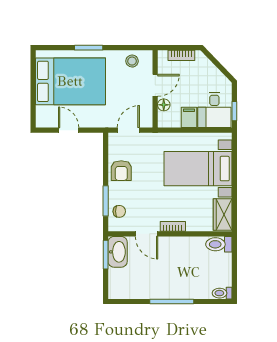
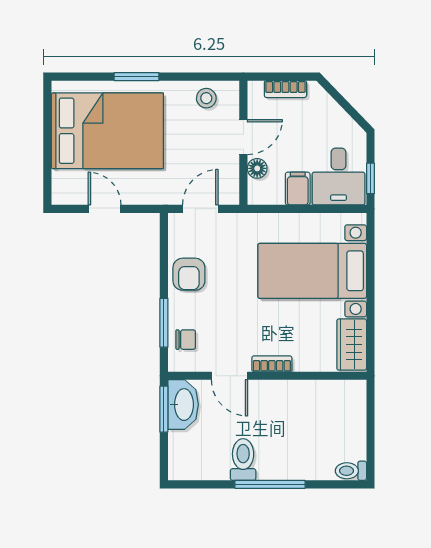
toilet: (219, 244) -> (243, 459), moved, turned 90

